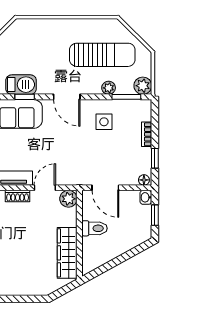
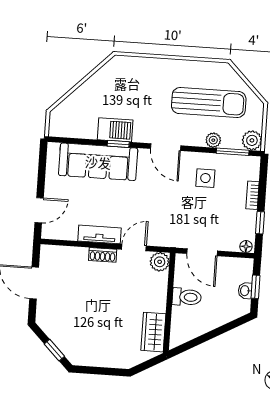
washbasin: (146, 197) -> (245, 291), moved
wardrobe: (67, 253) -> (153, 332), width x0.67

